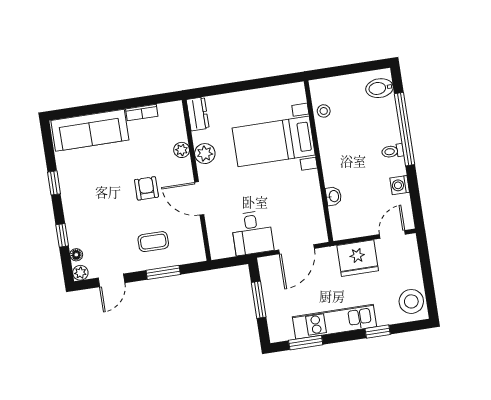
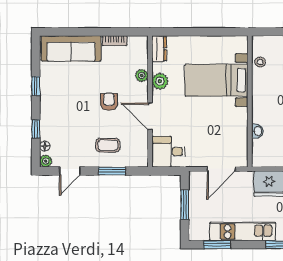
desk: (252, 233) -> (168, 152), moved, turned 90

